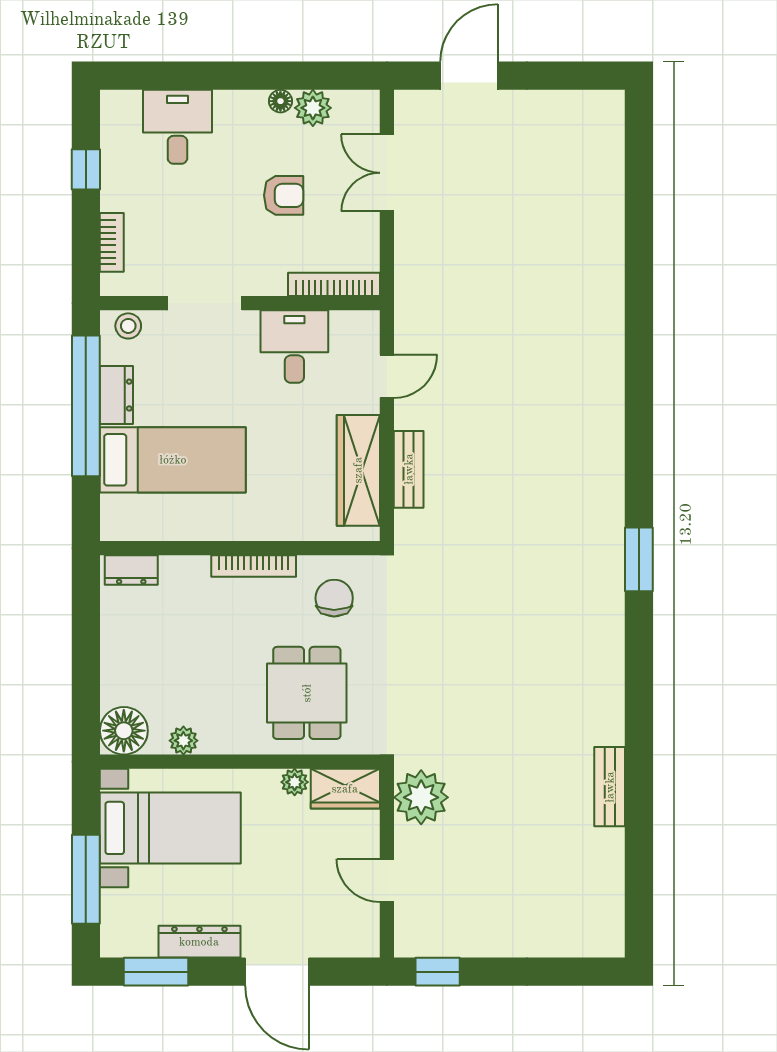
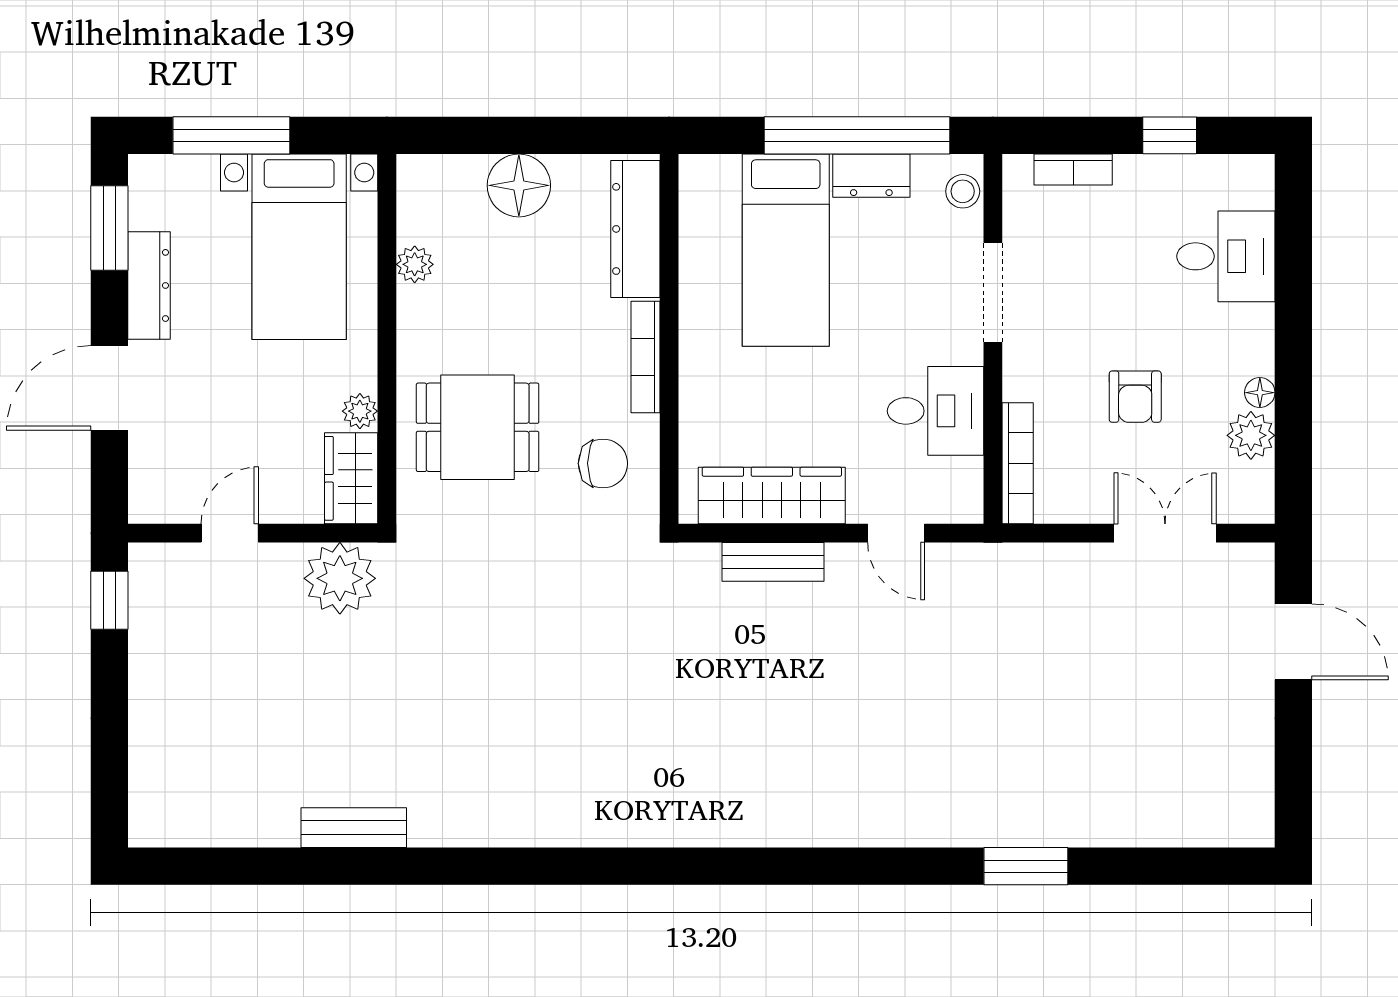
window: (639, 559) -> (1026, 866), moved
dresser: (131, 570) -> (635, 229), width x1.96, depth x1.24
floor lamp: (124, 731) -> (519, 185), moved

